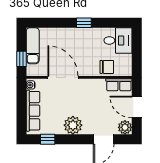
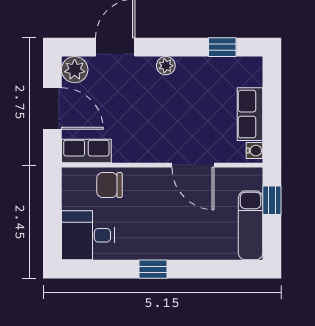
door: (63, 77) -> (193, 165), width x0.73
row of seats: (33, 111) -> (250, 114), width x0.68
plant: (73, 125) -> (166, 66), width x0.53, depth x0.53

